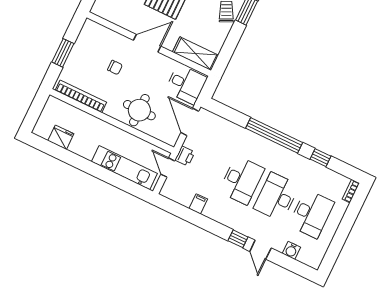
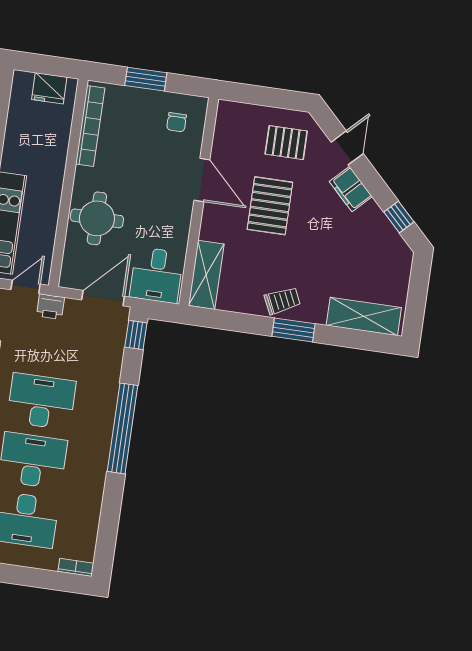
door: (147, 43) -> (202, 180), moved
chair: (115, 67) -> (177, 122), moved
fridge: (61, 137) -> (49, 88), moved, turned 90
window: (320, 158) -> (136, 335), moved
desk: (242, 180) -> (41, 401), turned 180

